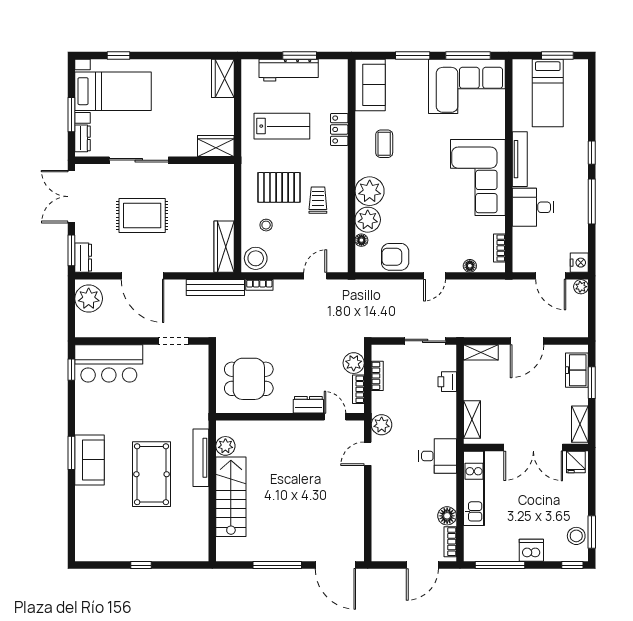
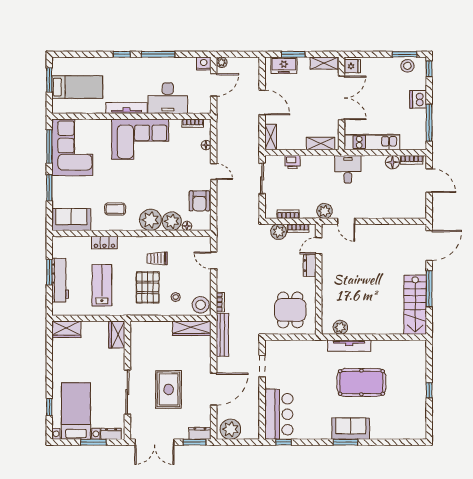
desk: (533, 207) -> (168, 98), width x1.37
stairs: (231, 497) -> (415, 305), moved, turned -90

